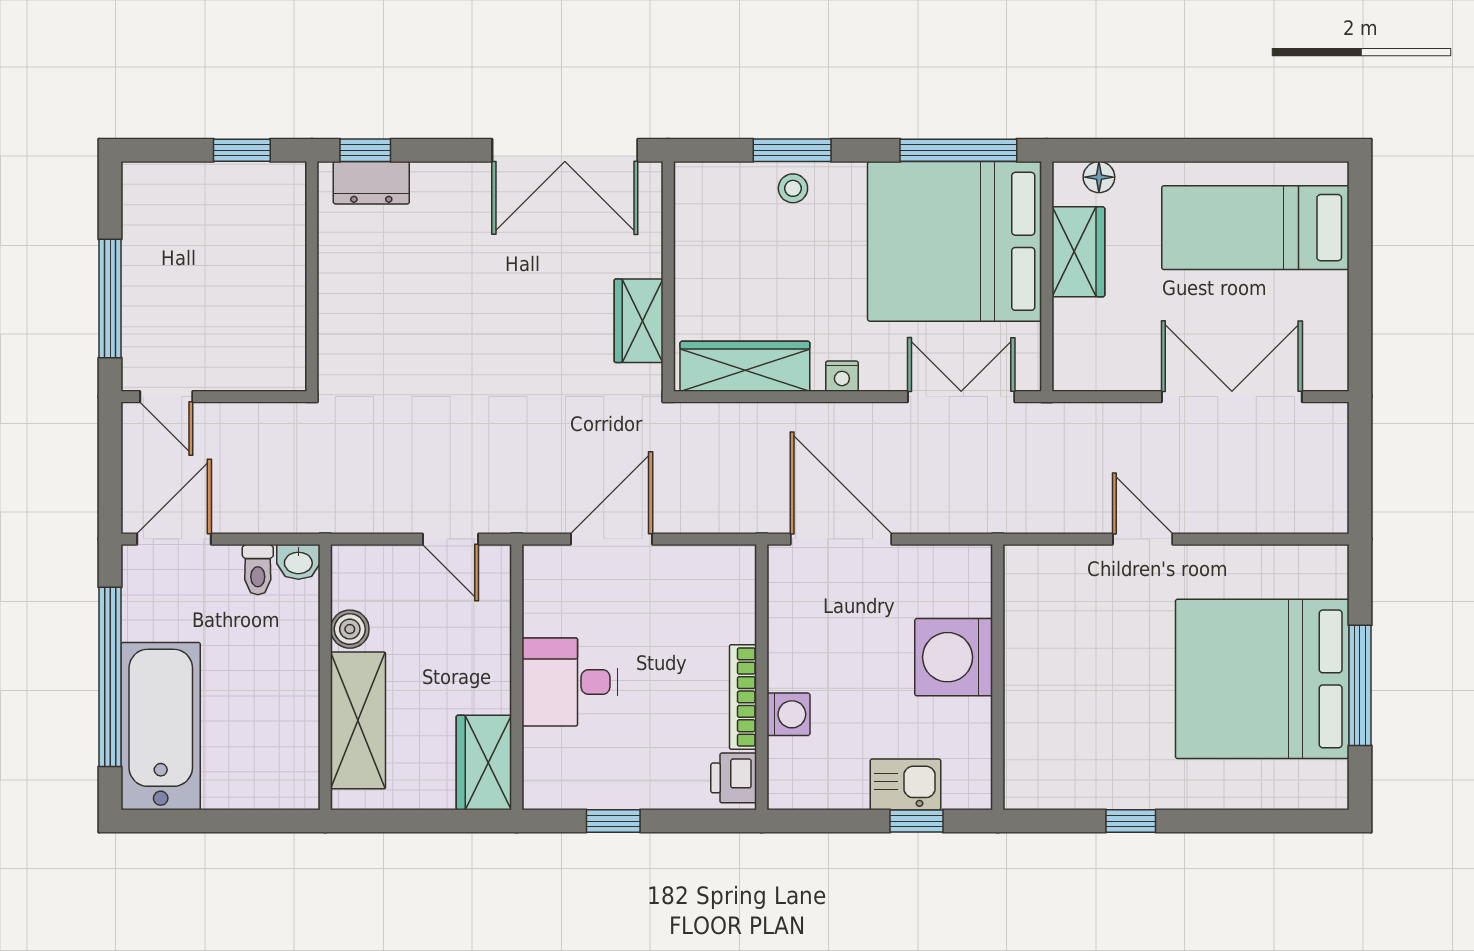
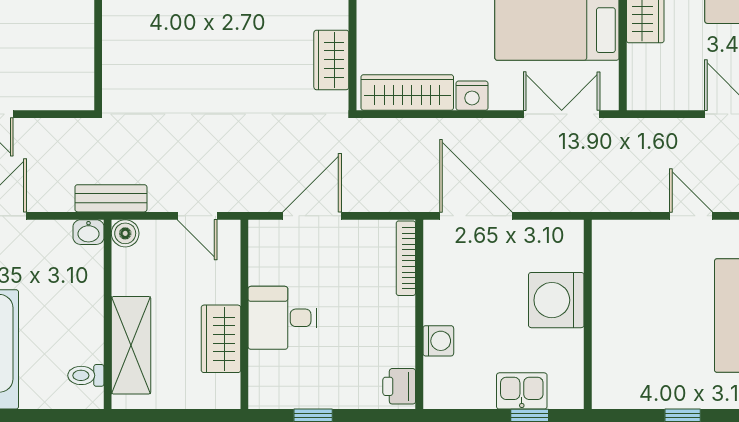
nightstand: (842, 376) -> (472, 96), width x1.39, depth x1.35
bench: (330, 515) -> (111, 198), added
toilet: (258, 570) -> (86, 375), moved, turned 90
boiler: (350, 629) -> (125, 233), moved
bookcase: (743, 697) -> (406, 258), moved
wardrobe: (484, 763) -> (221, 339), moved

